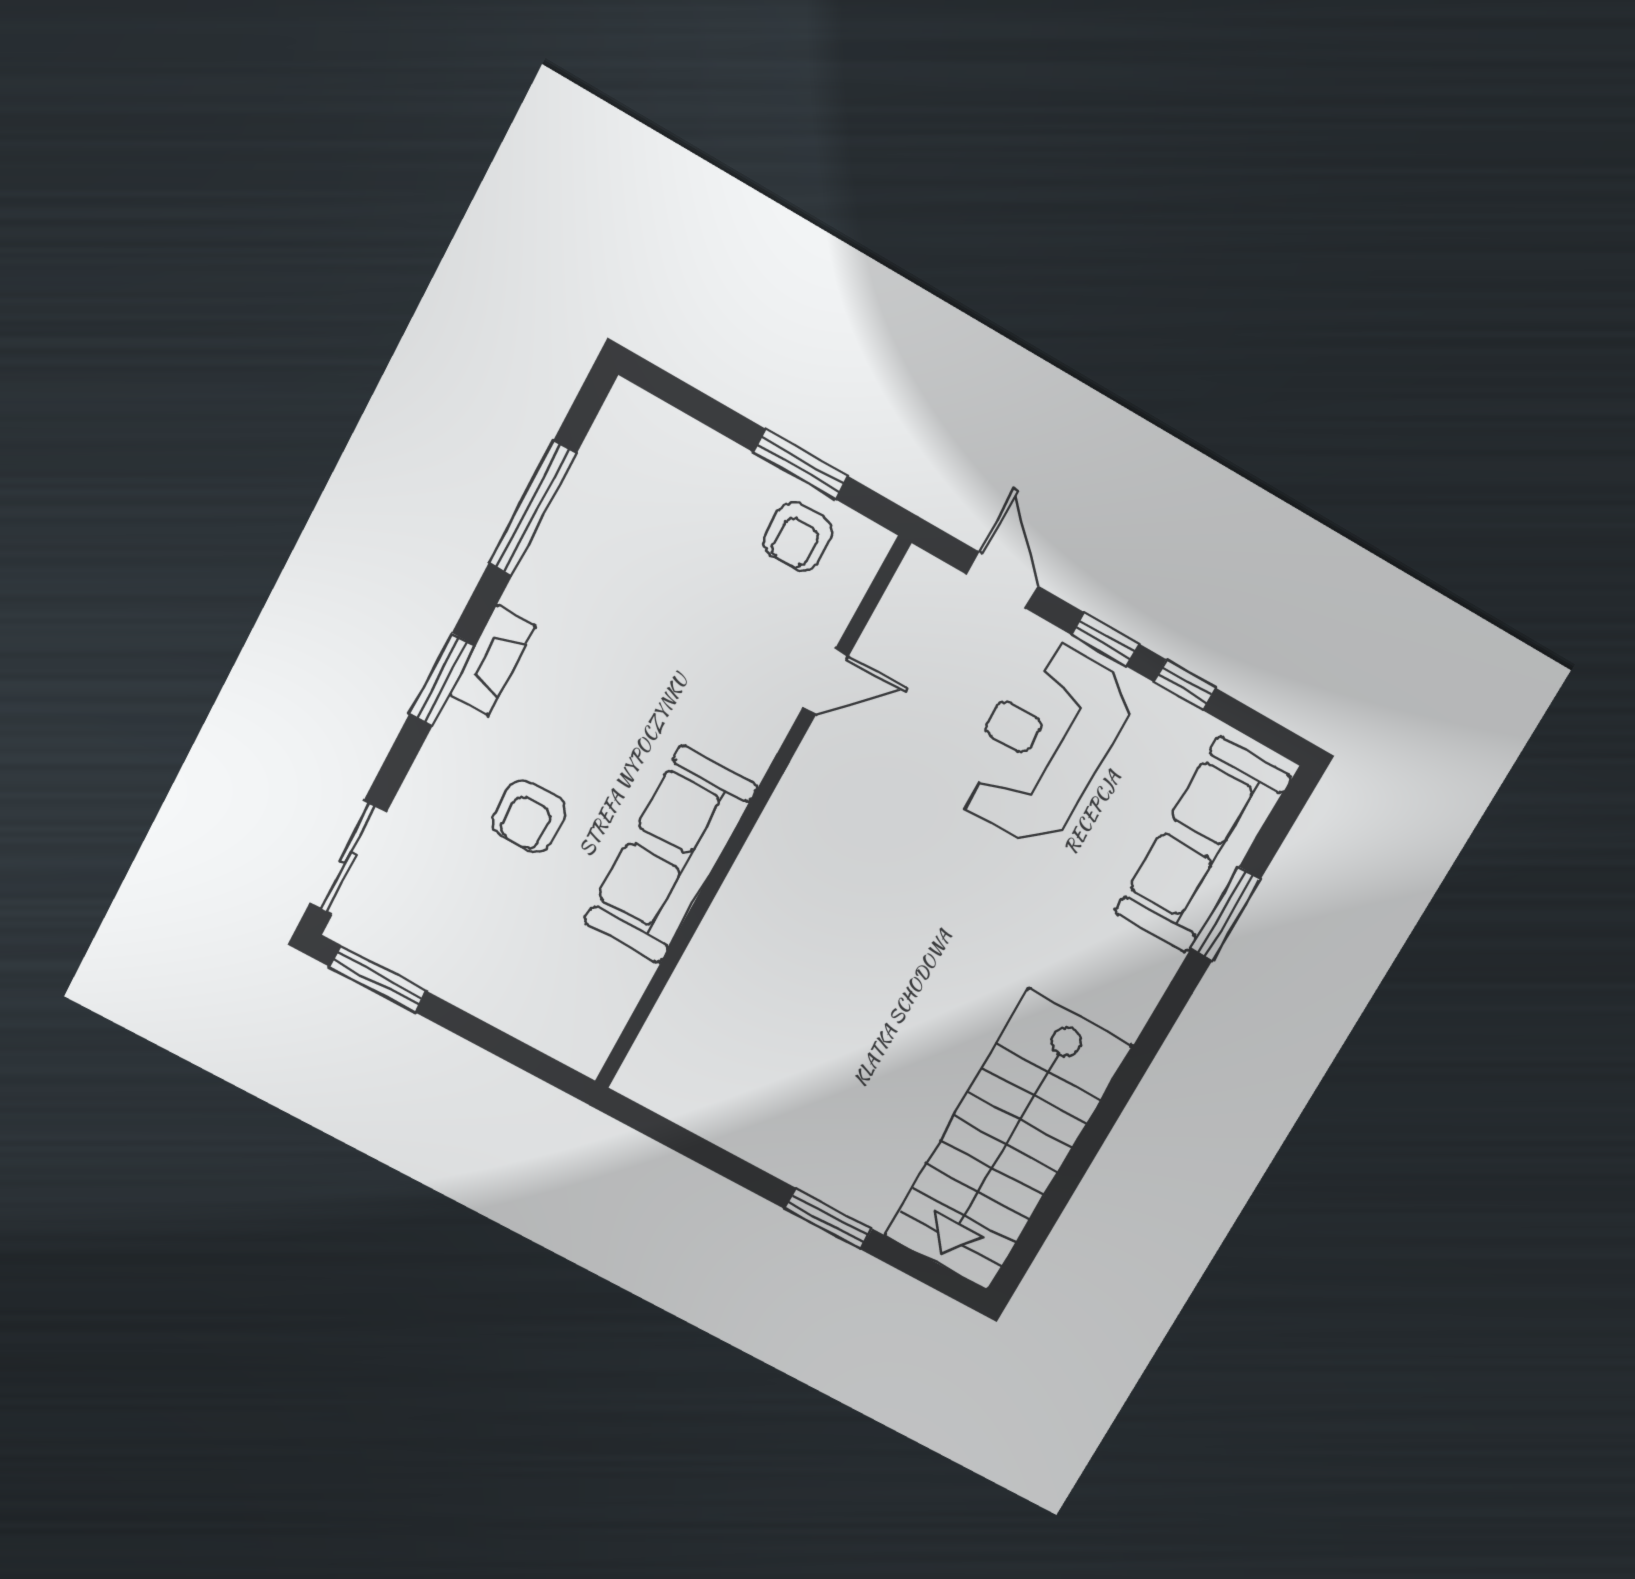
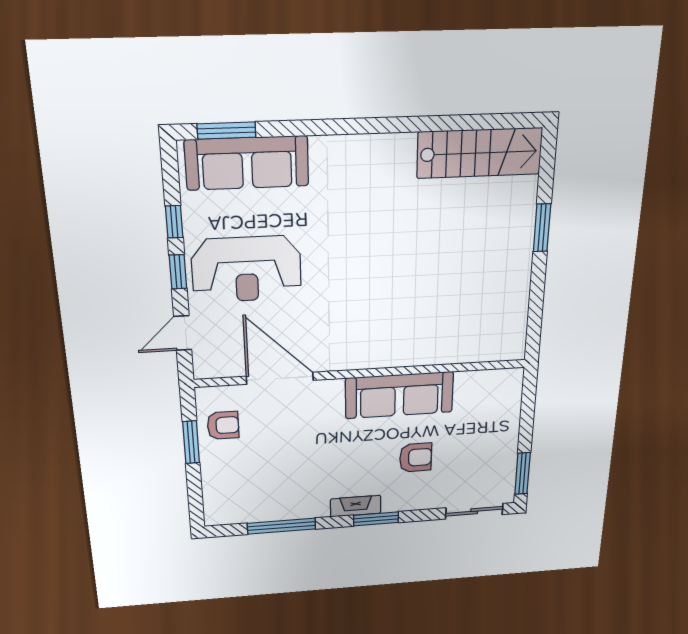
door: (826, 682) -> (280, 378), width x1.87
window: (1226, 914) -> (227, 130), moved
stairs: (1008, 1141) -> (480, 153), width x0.73, depth x0.66

